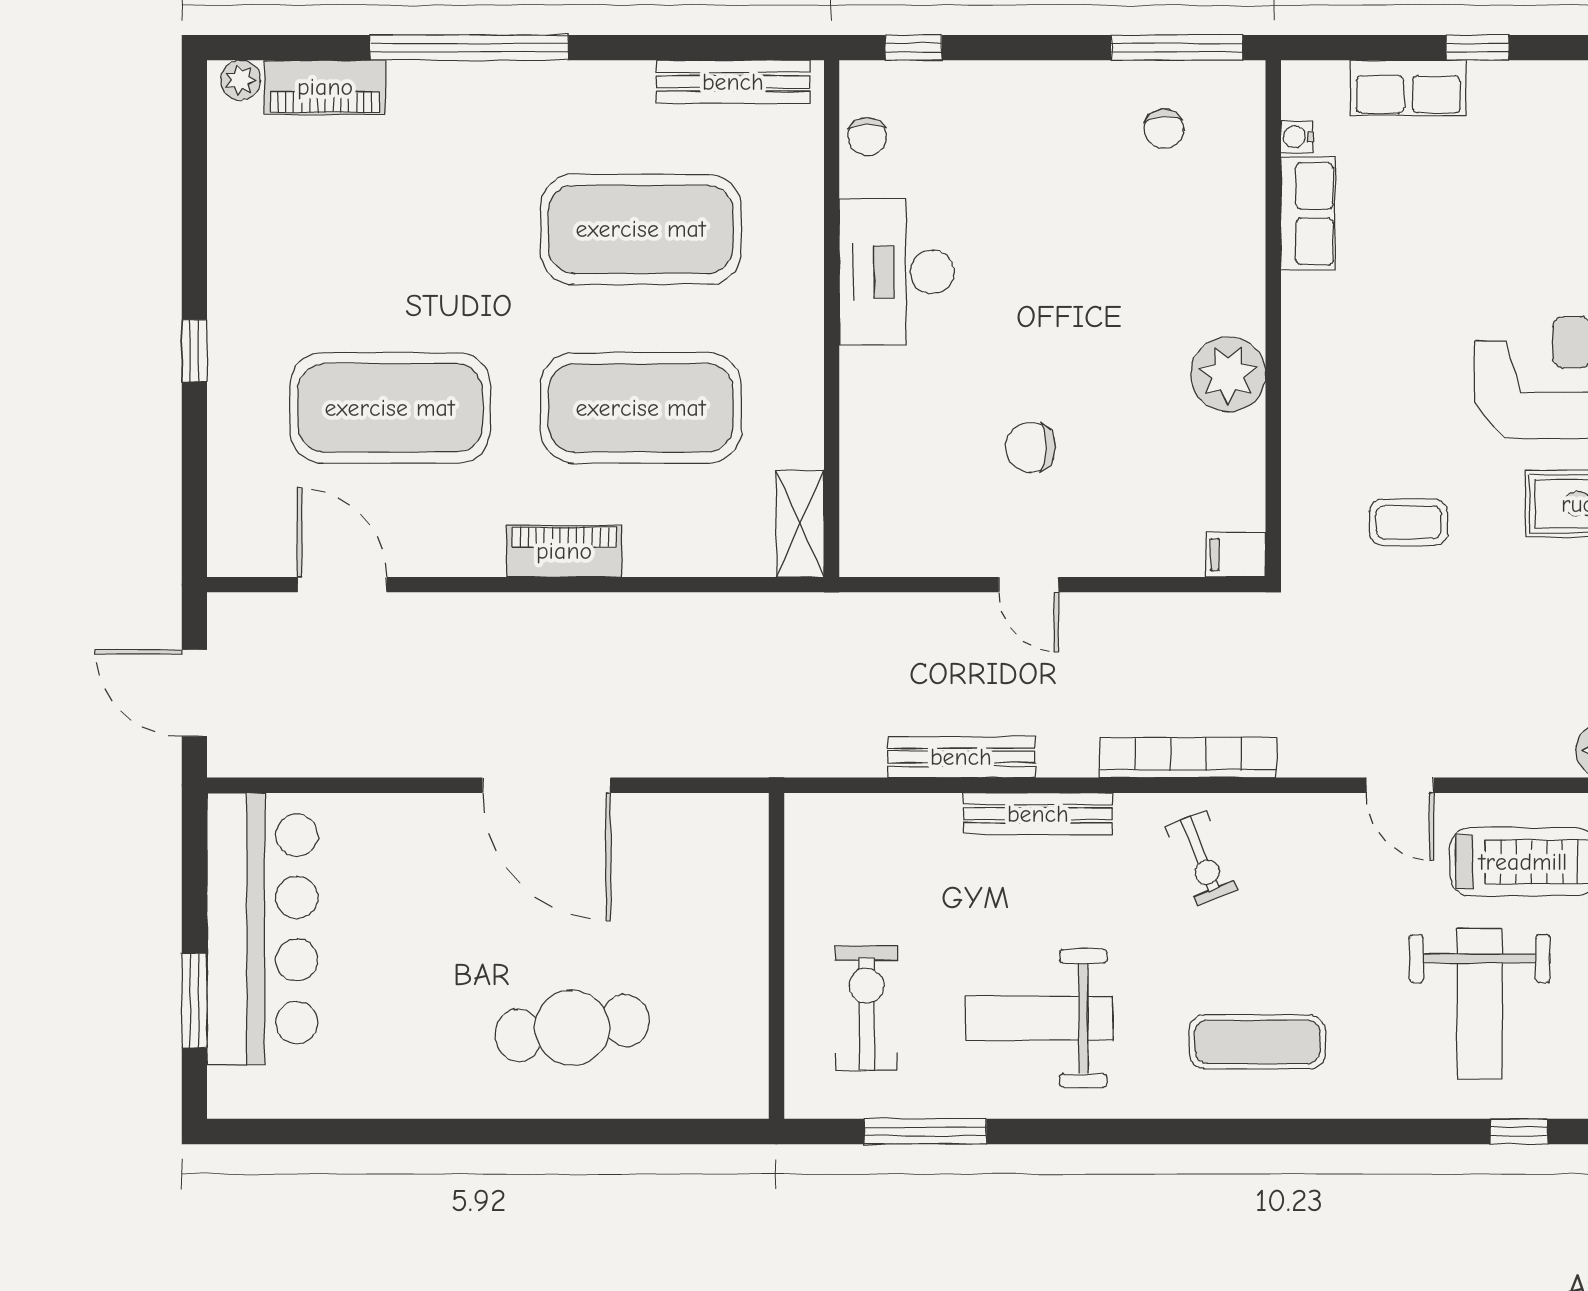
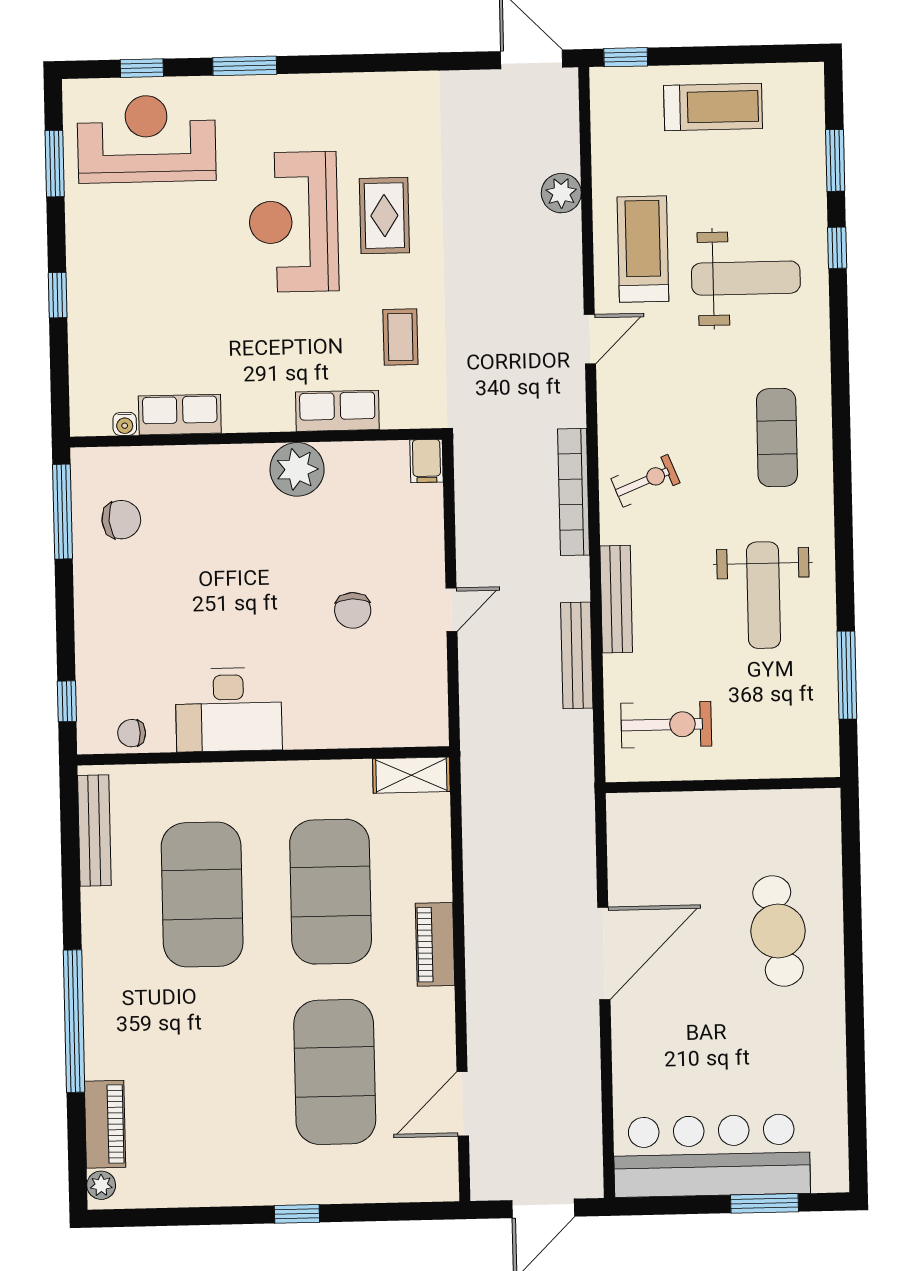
row of seats: (1408, 88) -> (337, 411), moved, turned -90
chair: (1164, 129) -> (121, 520), width x1.37, depth x1.37
chair: (867, 137) -> (132, 733), turned 180
exercise bike: (866, 1008) -> (666, 725), moved, turned 180

